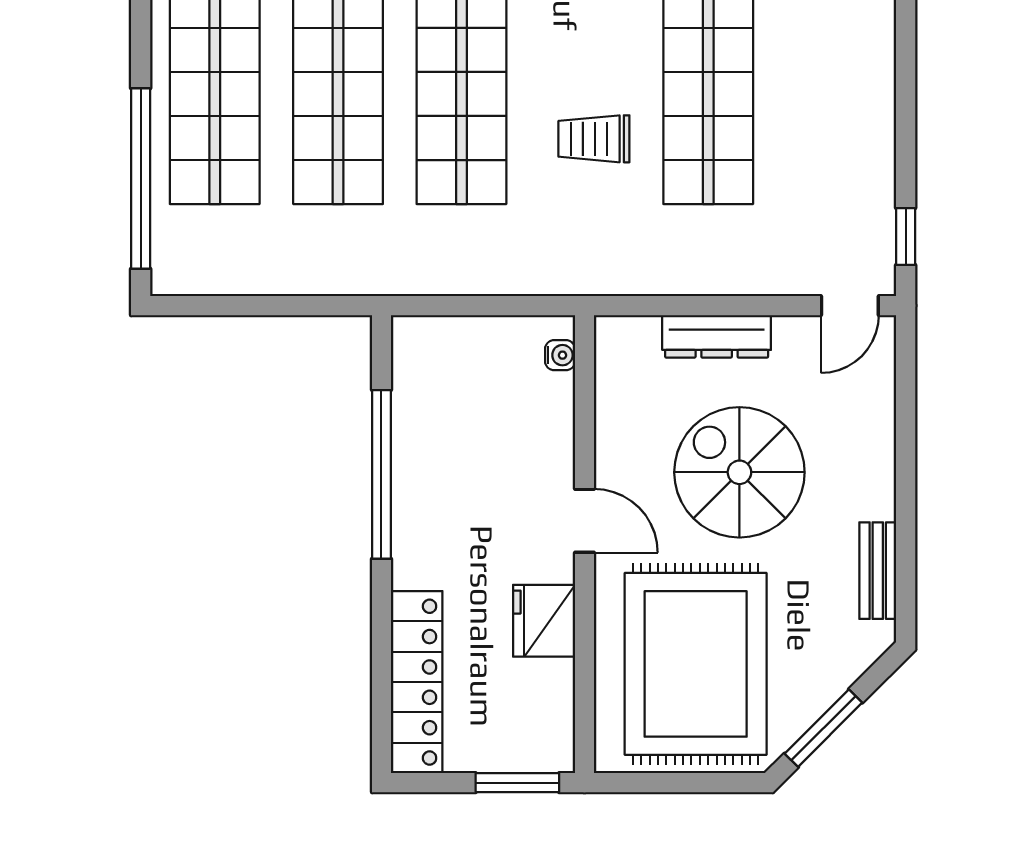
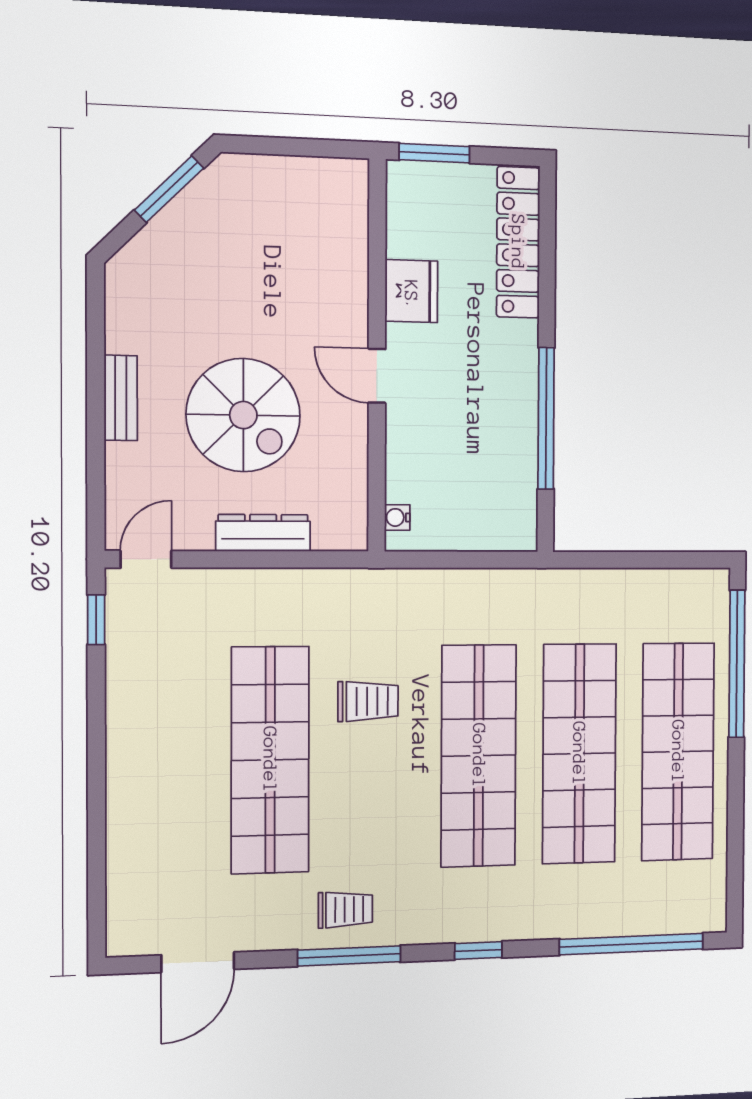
bench: (878, 571) -> (121, 398), moved
rug: (696, 664) -> (282, 250), removed

